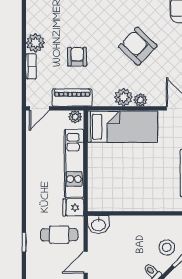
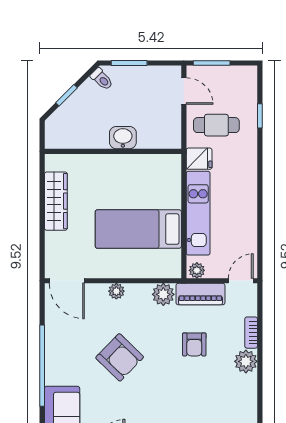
plant: (123, 97) -> (163, 294), moved
bed: (123, 127) -> (138, 229), moved
washbasin: (98, 225) -> (123, 138), moved
stool: (167, 247) -> (84, 109), removed
door: (86, 262) -> (184, 91), hinge flipped

